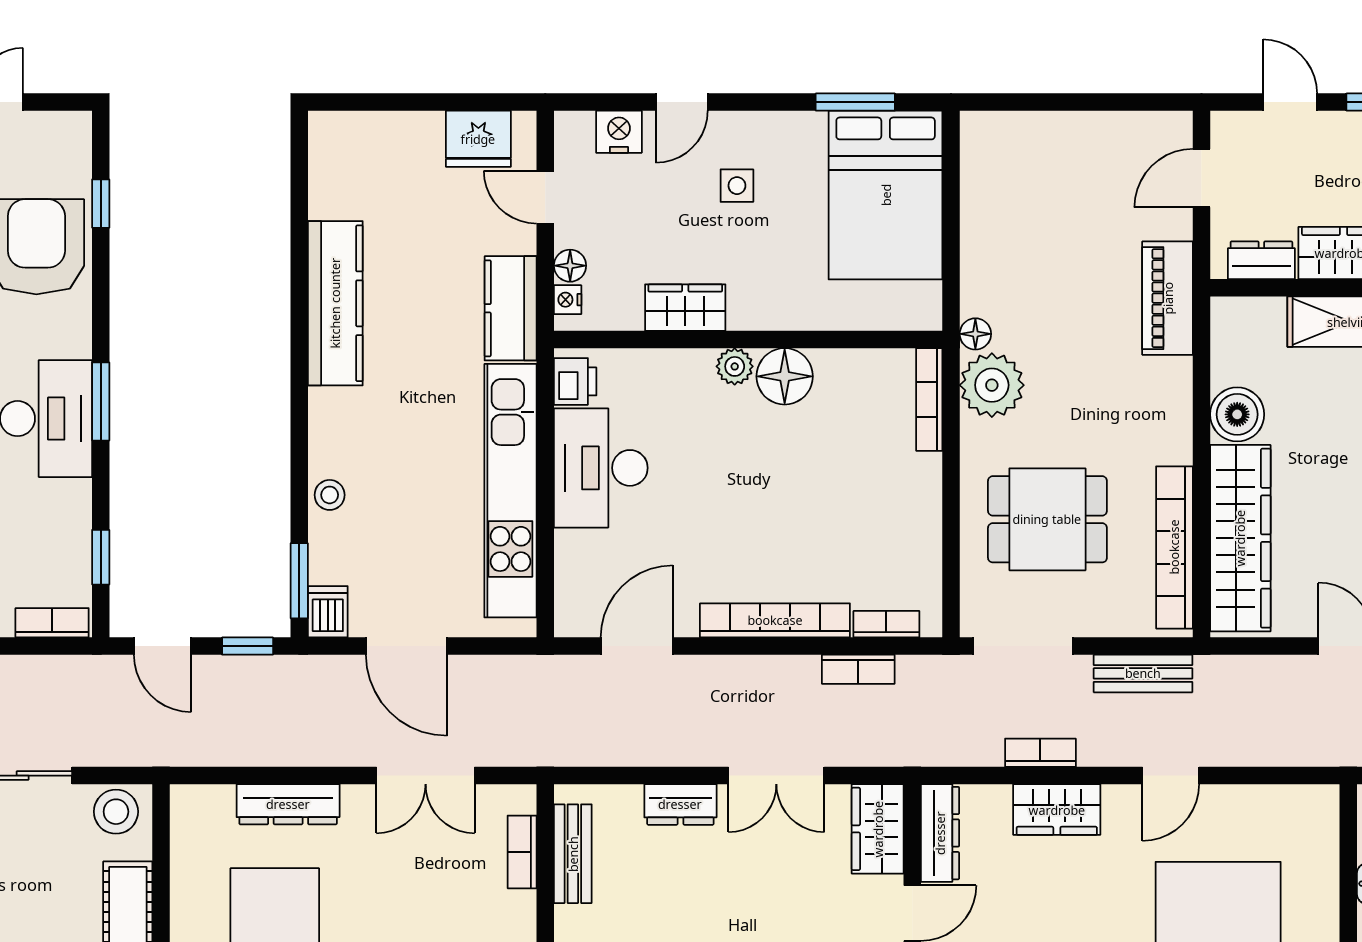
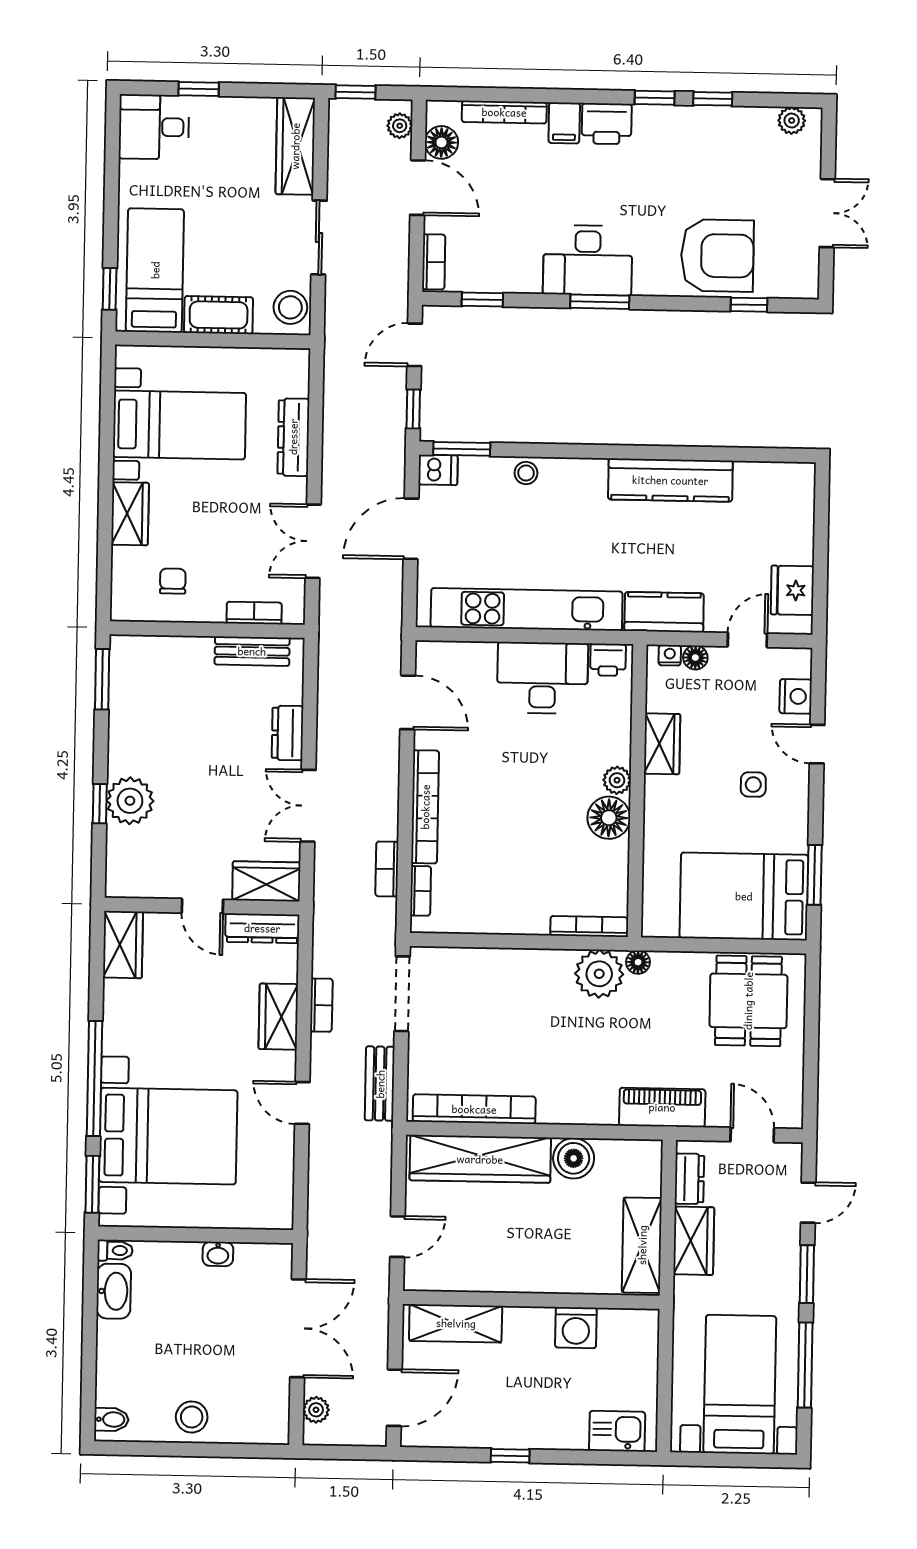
dining table: (1047, 519) -> (748, 1001), moved

